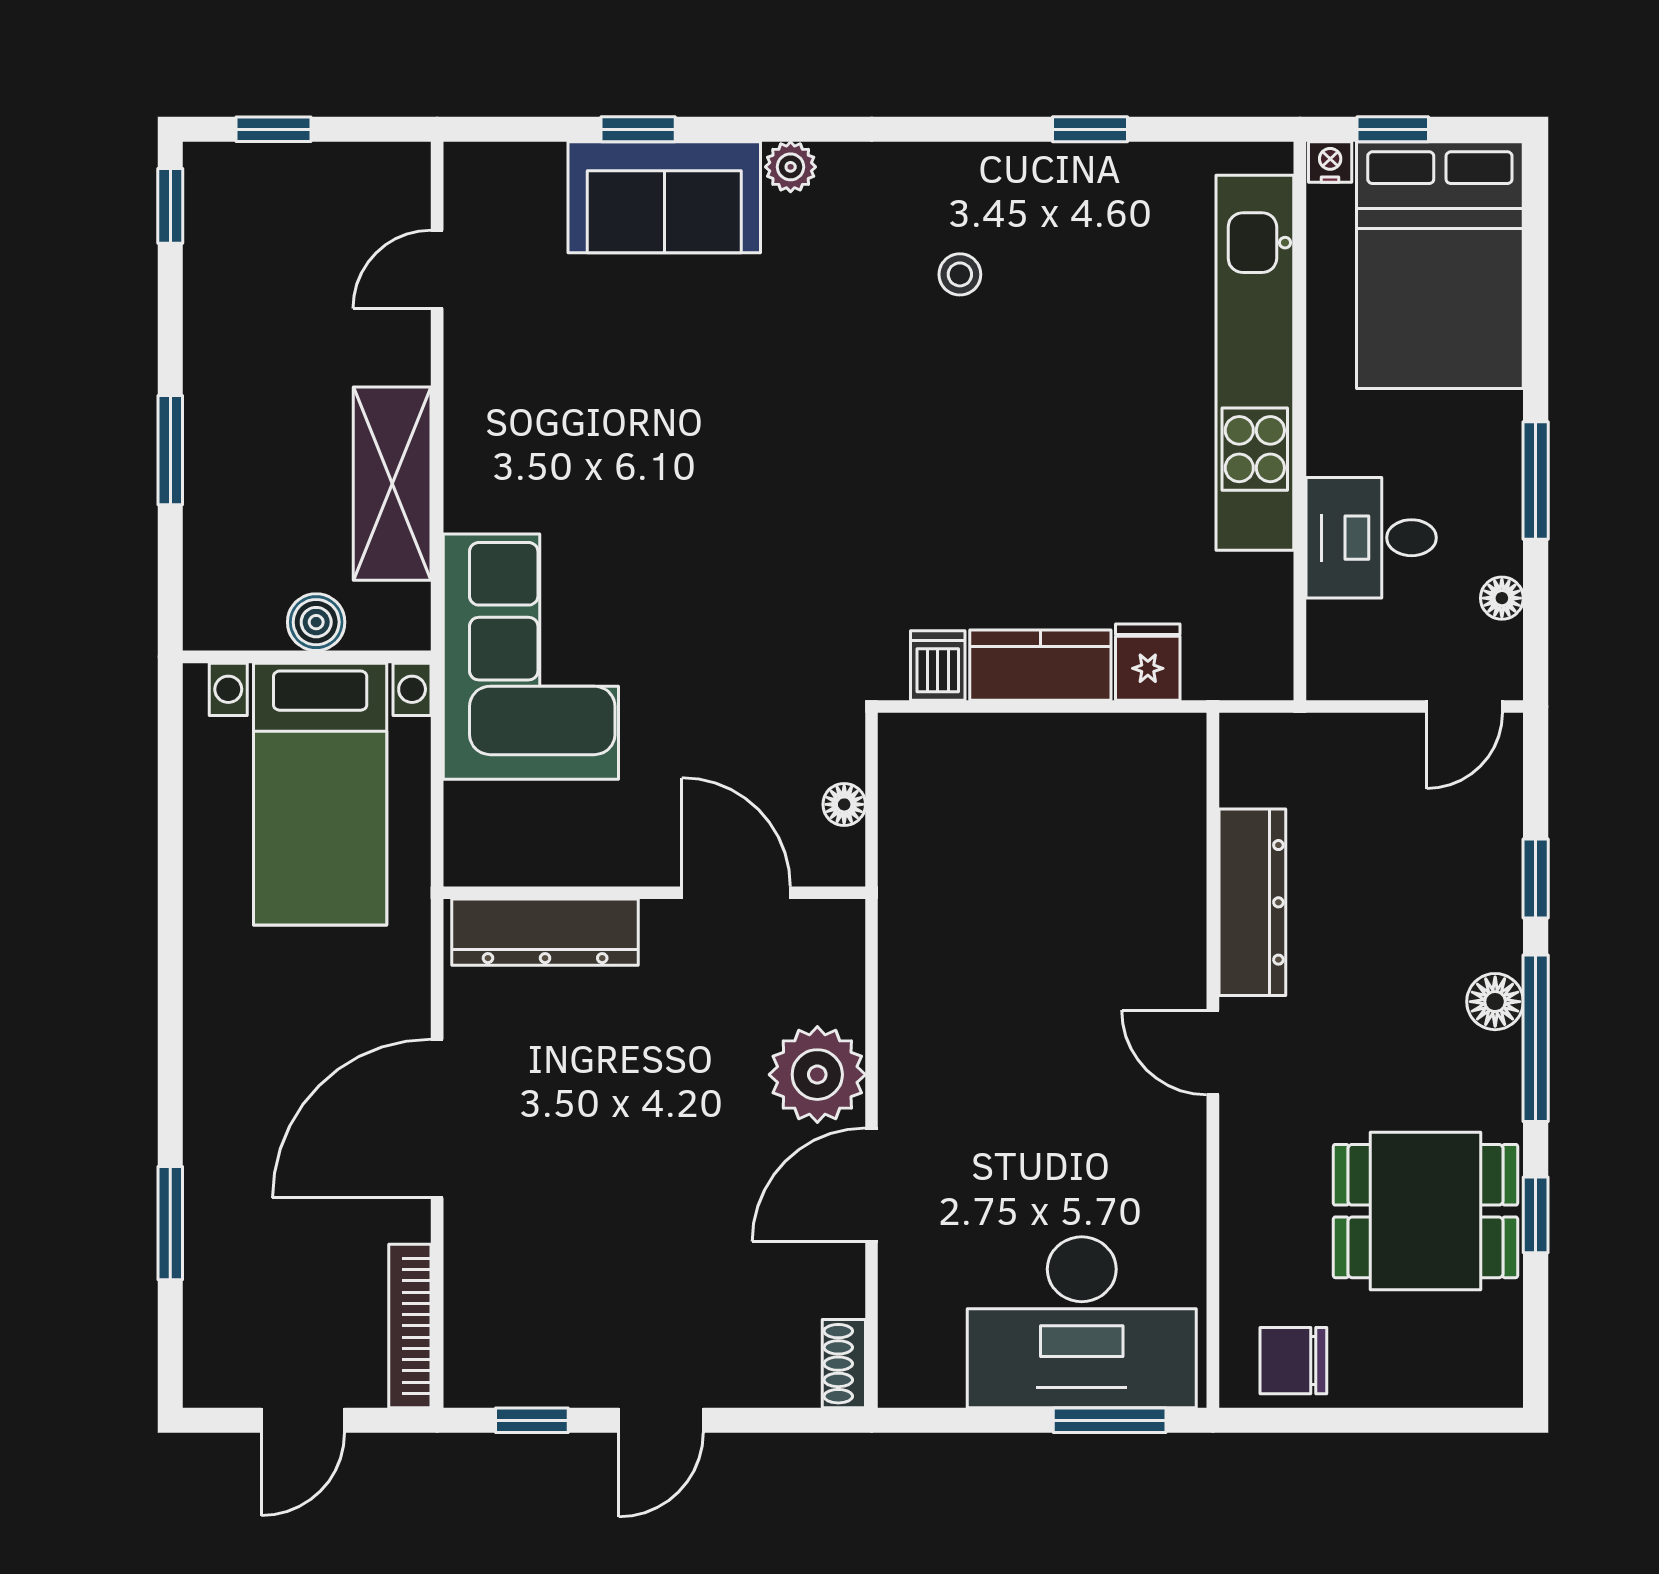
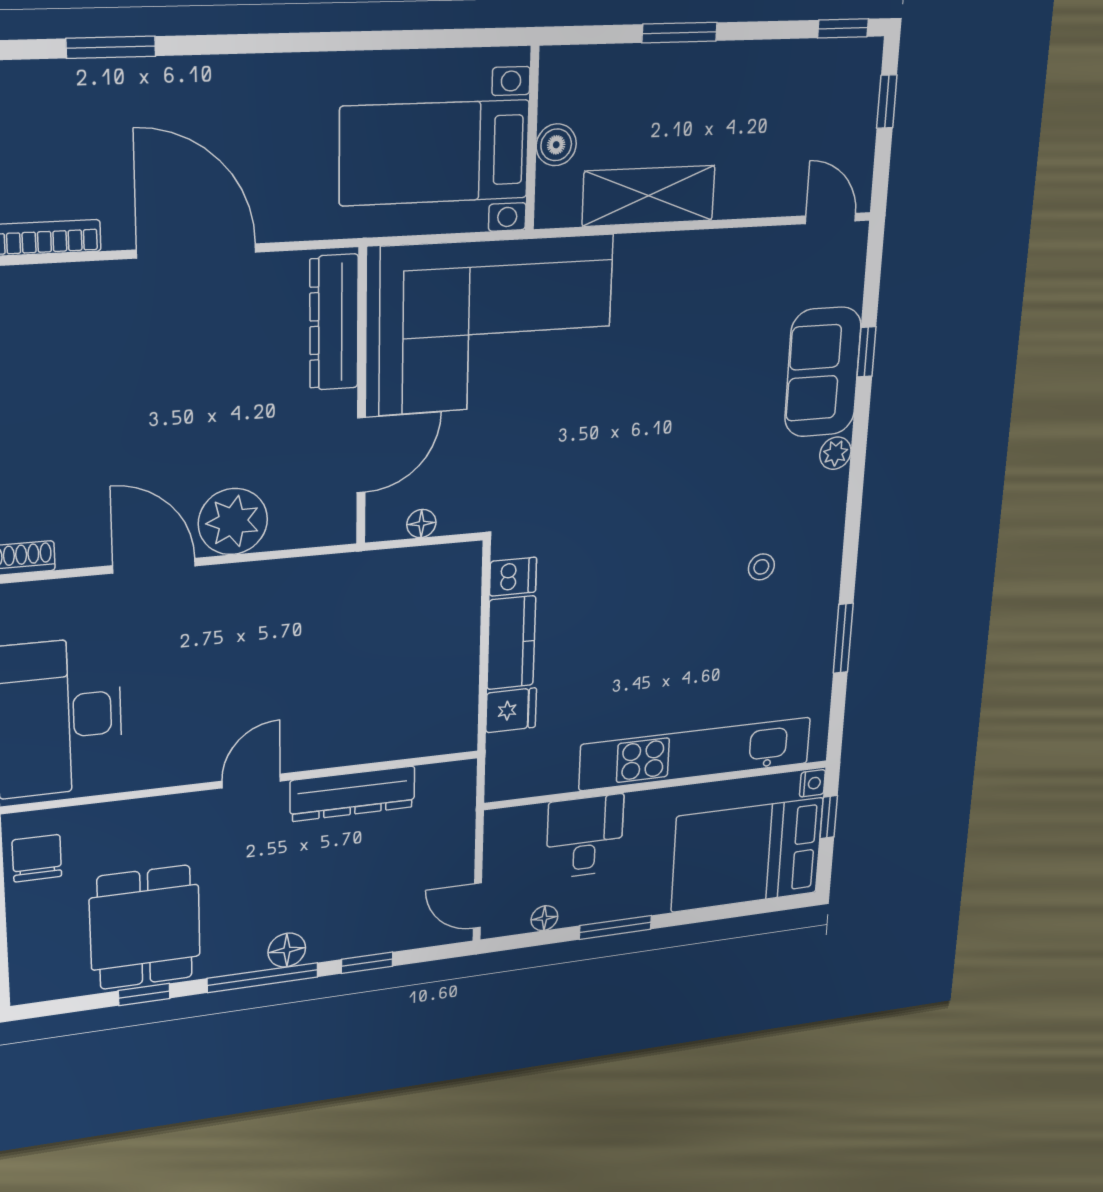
window: (1090, 129) -> (843, 638), width x1.50
door: (437, 269) -> (831, 218), moved
corner sofa: (531, 657) -> (496, 325), width x1.36, depth x1.36

